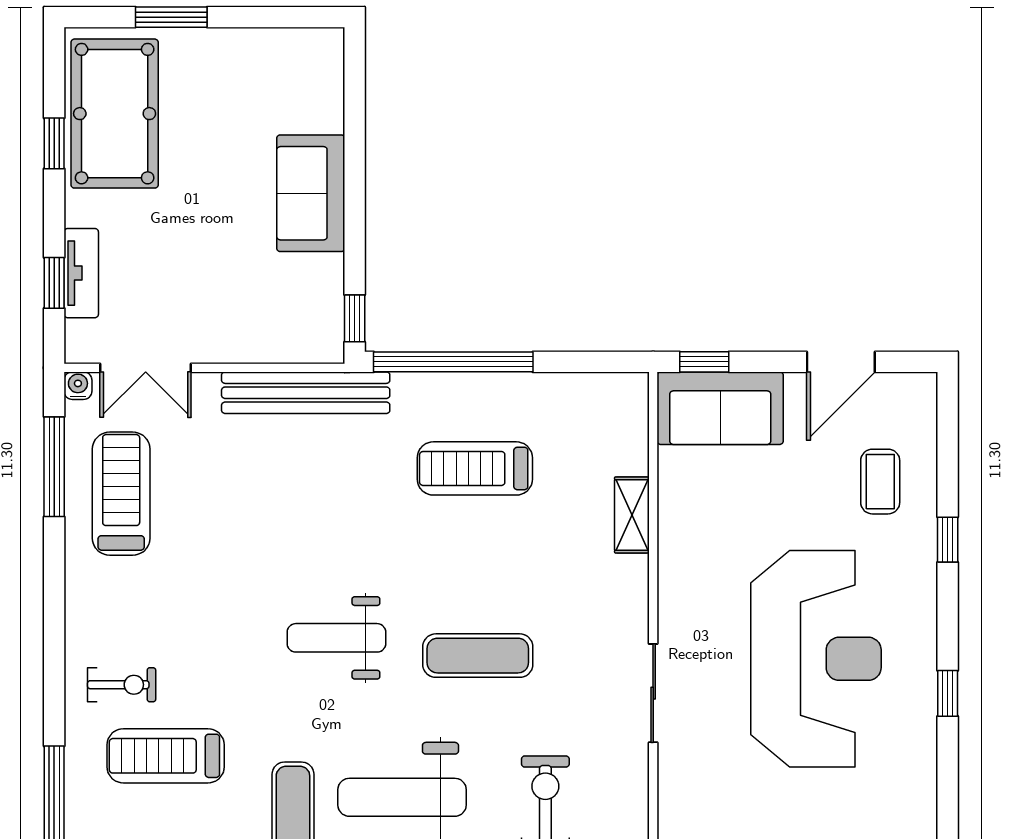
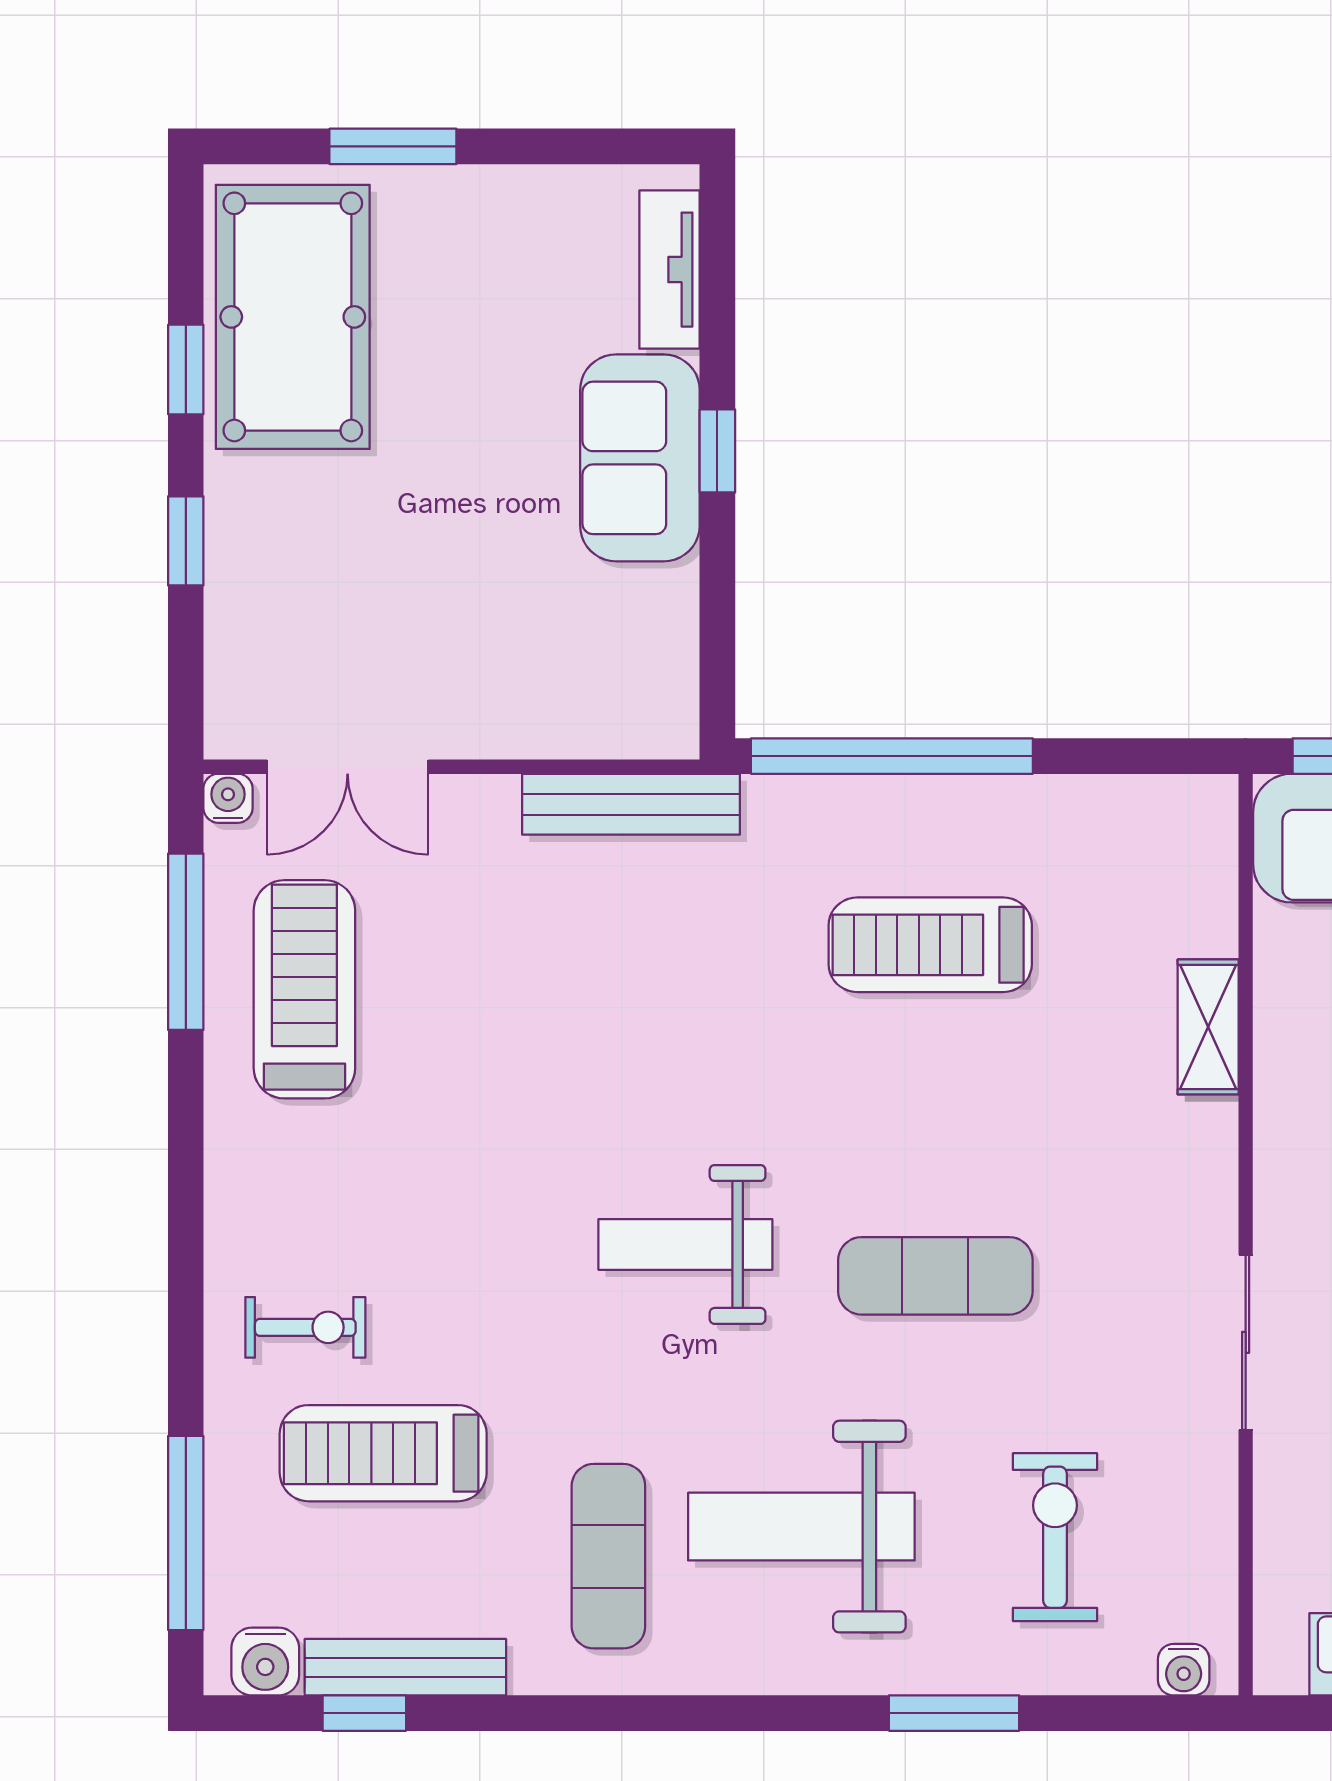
tv unit: (81, 273) -> (670, 270), moved, turned 180
window: (54, 283) -> (186, 541), moved
window: (355, 318) -> (717, 451), moved
bench: (306, 393) -> (631, 804), width x0.73, depth x0.82

